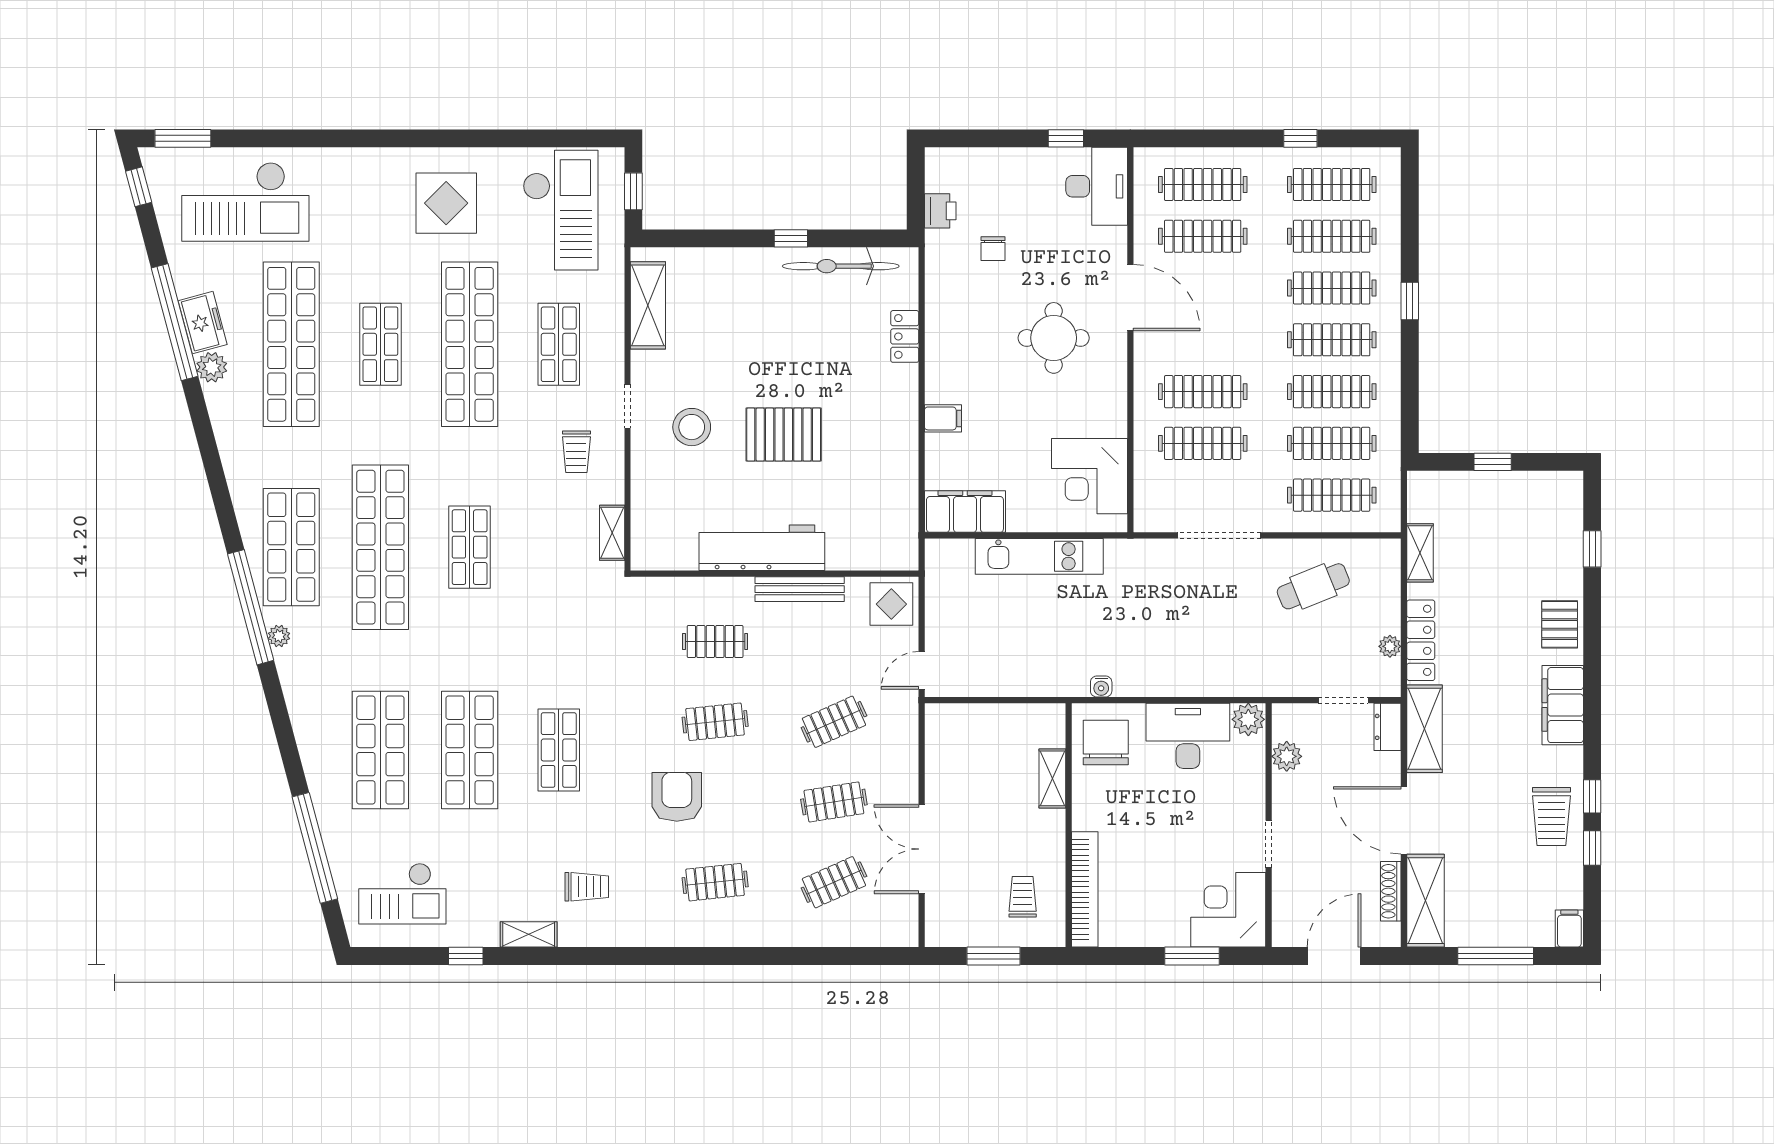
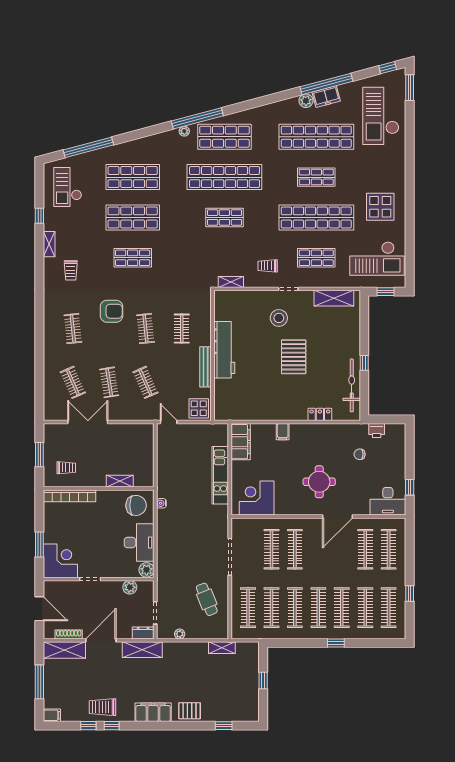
pallet: (784, 435) -> (294, 357), moved
locker: (1421, 640) -> (182, 648), removed

